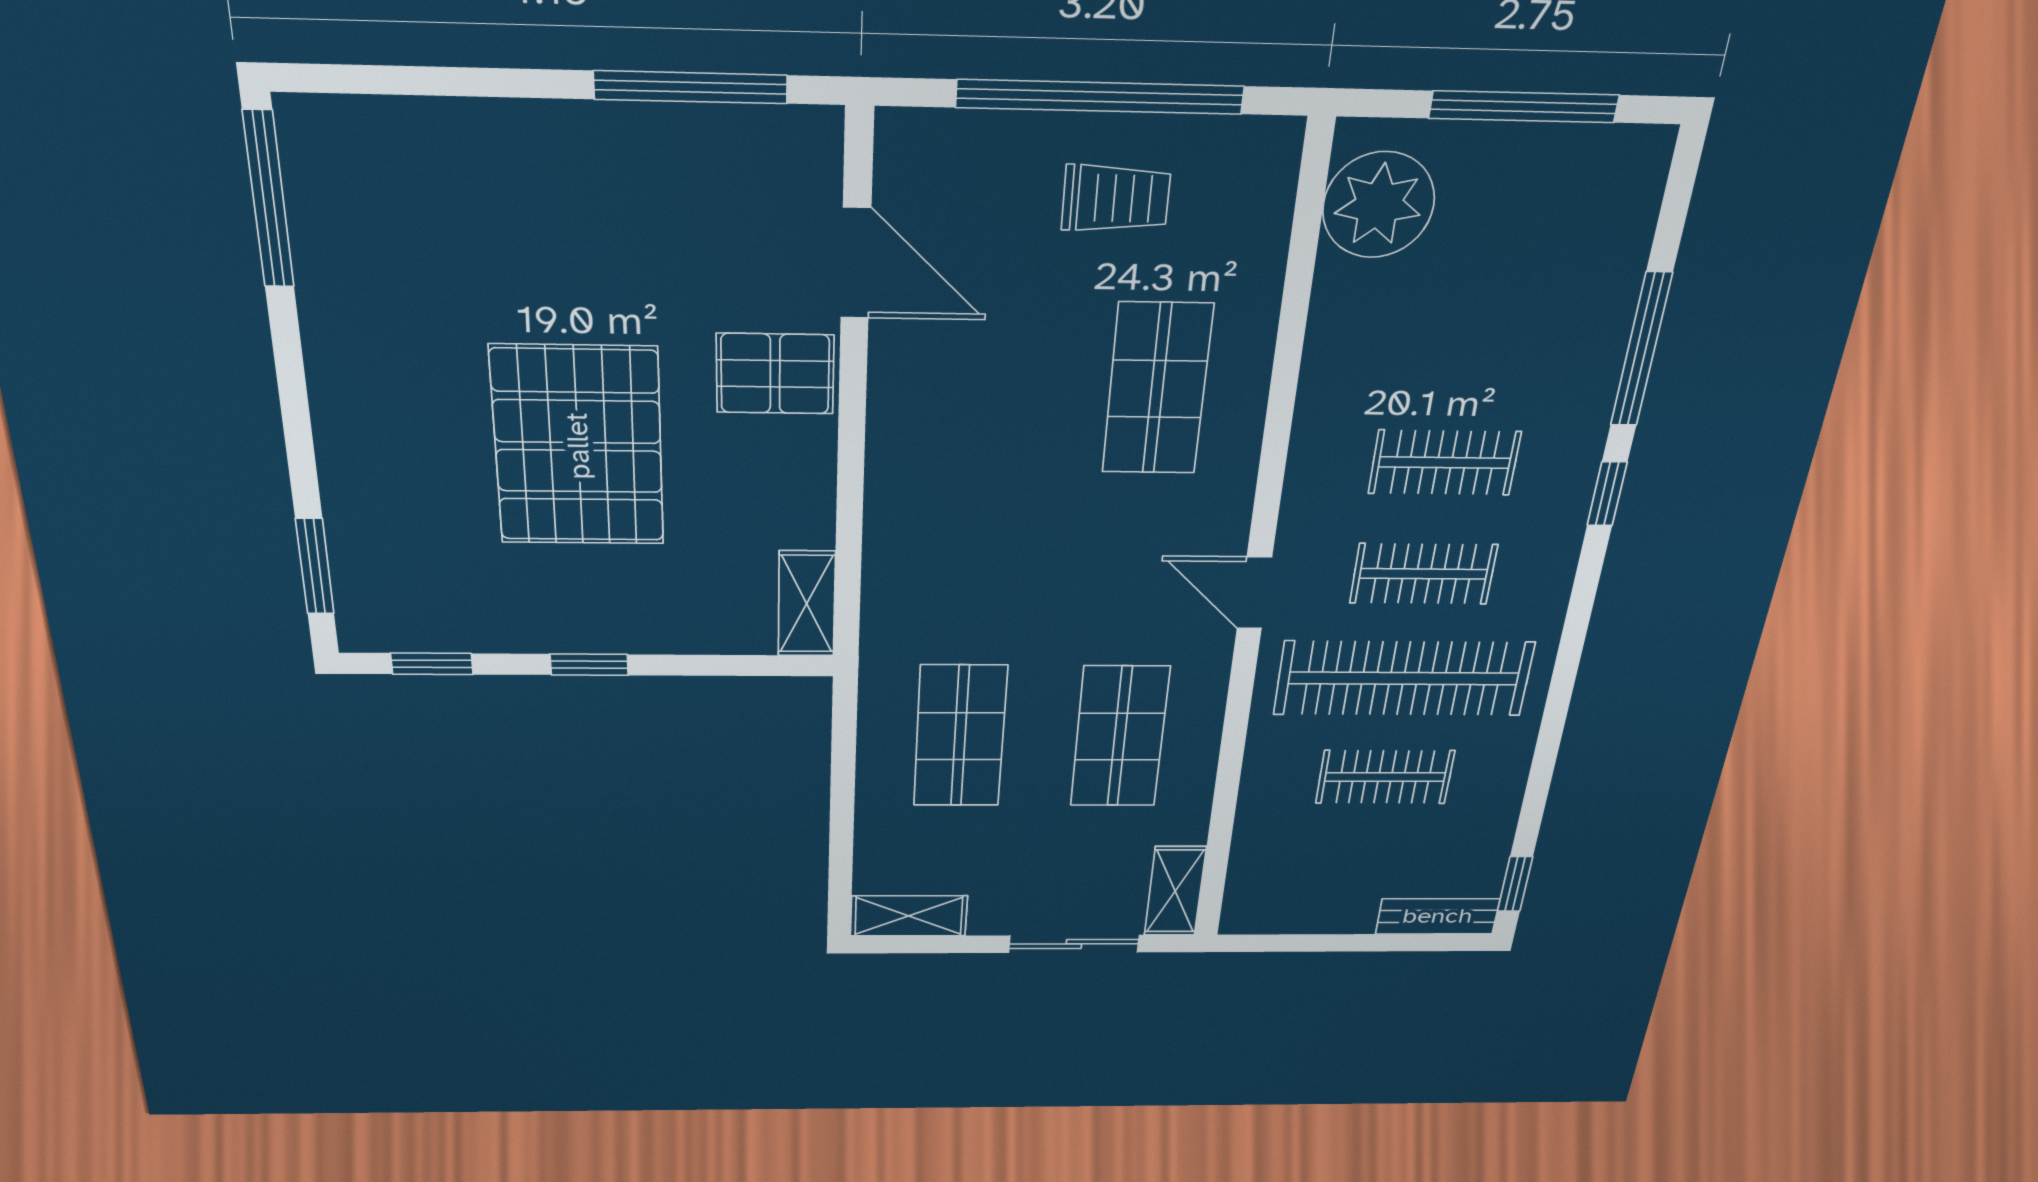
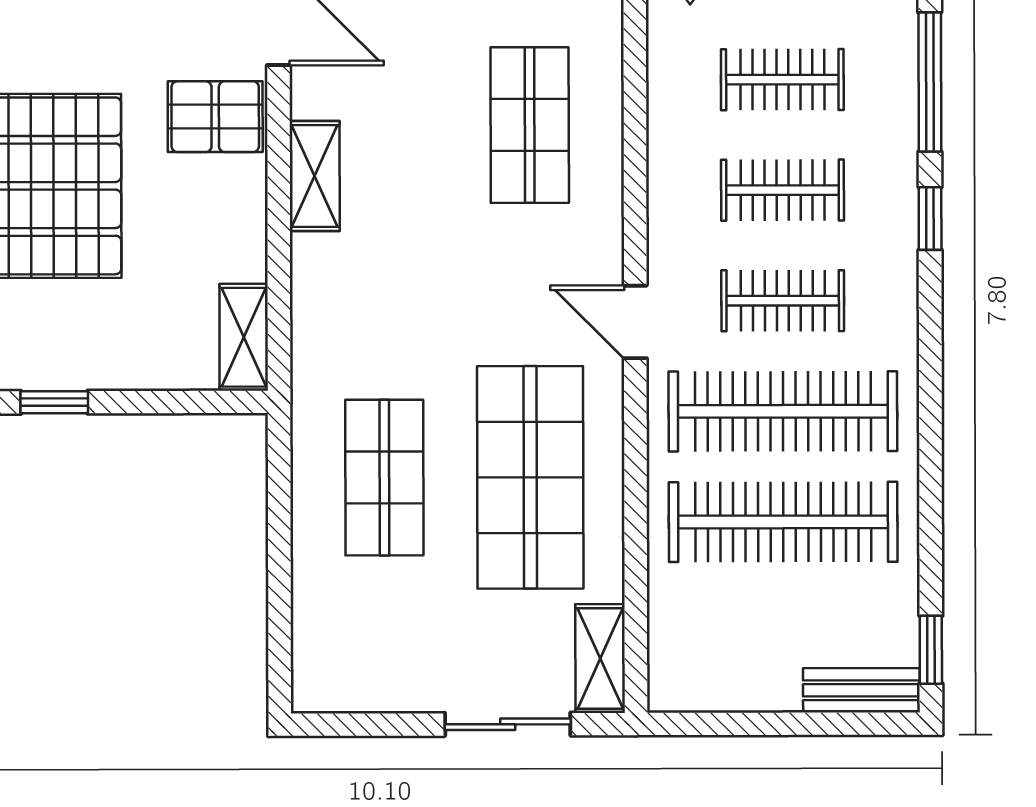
clothes rail: (1467, 344) -> (782, 80), added
shop shelf: (1120, 737) -> (530, 477), width x1.43, depth x1.36
clothes rail: (1385, 777) -> (783, 522), width x1.86, depth x1.31
shelving: (909, 916) -> (315, 176), moved, turned 90

